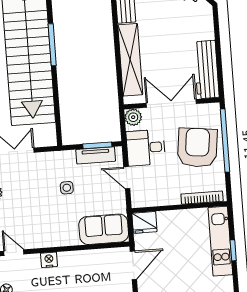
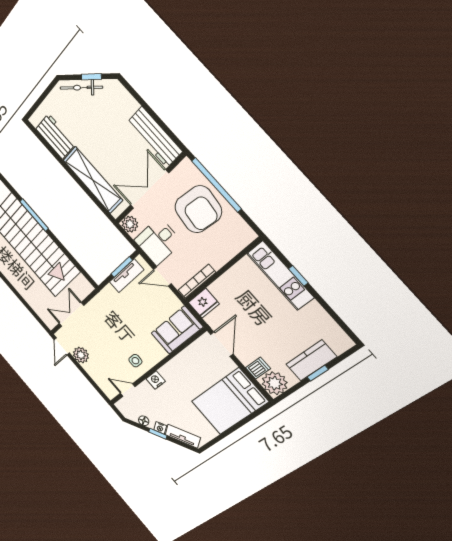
armchair: (197, 148) -> (198, 209), turned 180
side table: (67, 188) -> (135, 361), moved
bookcase: (202, 198) -> (197, 281), moved

